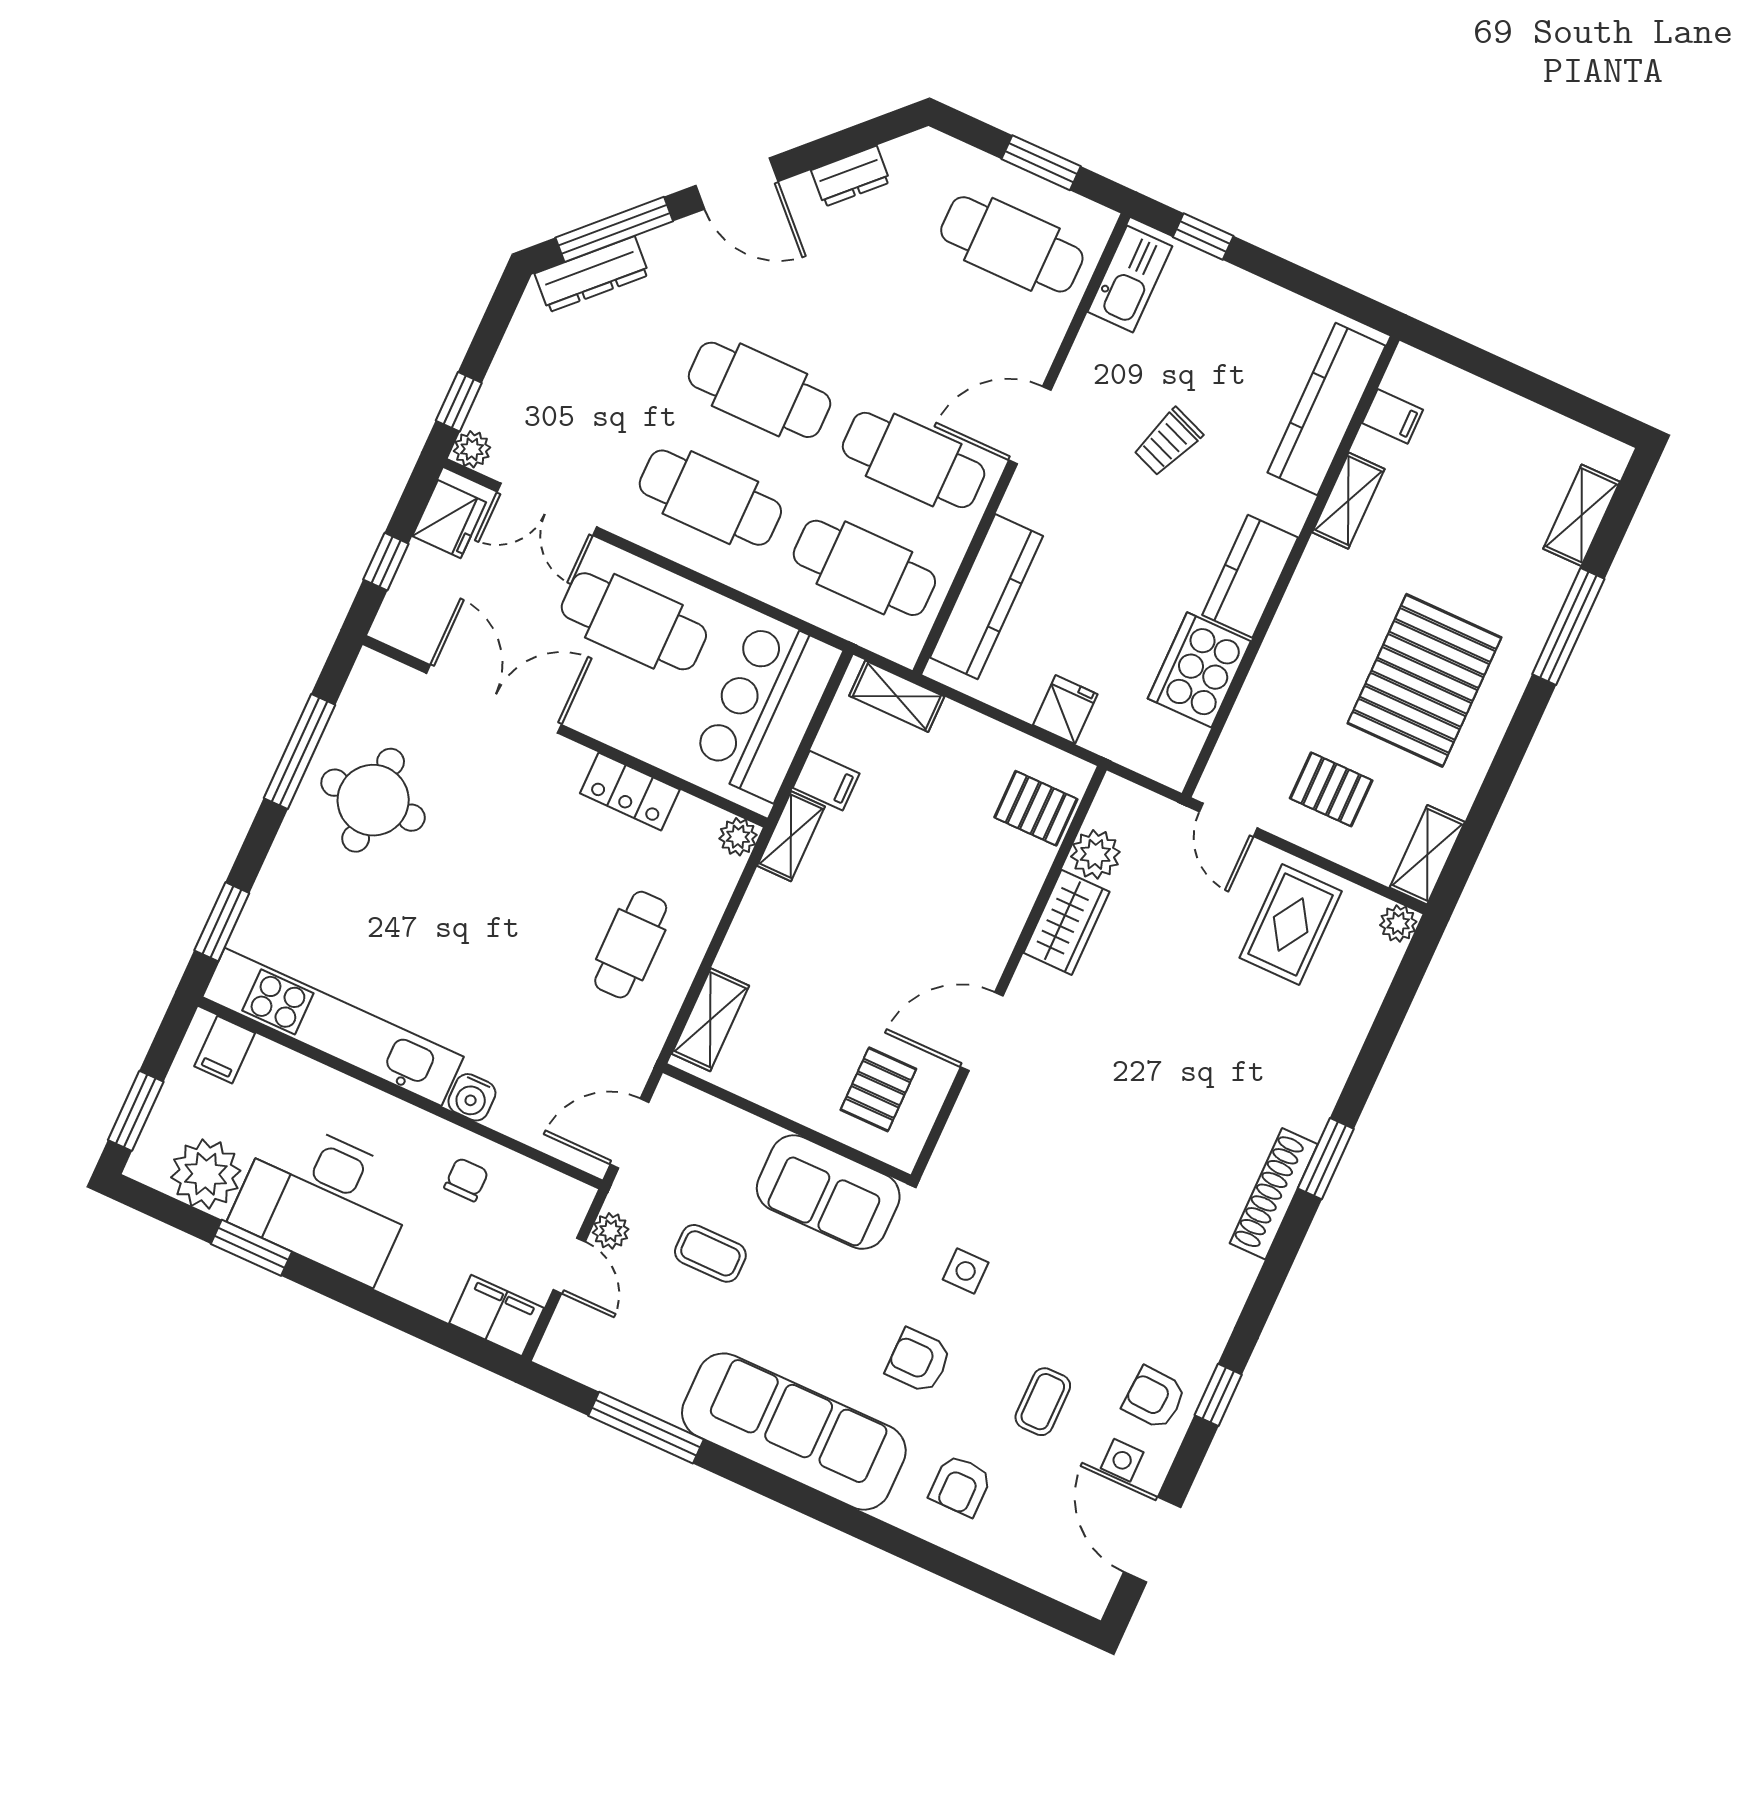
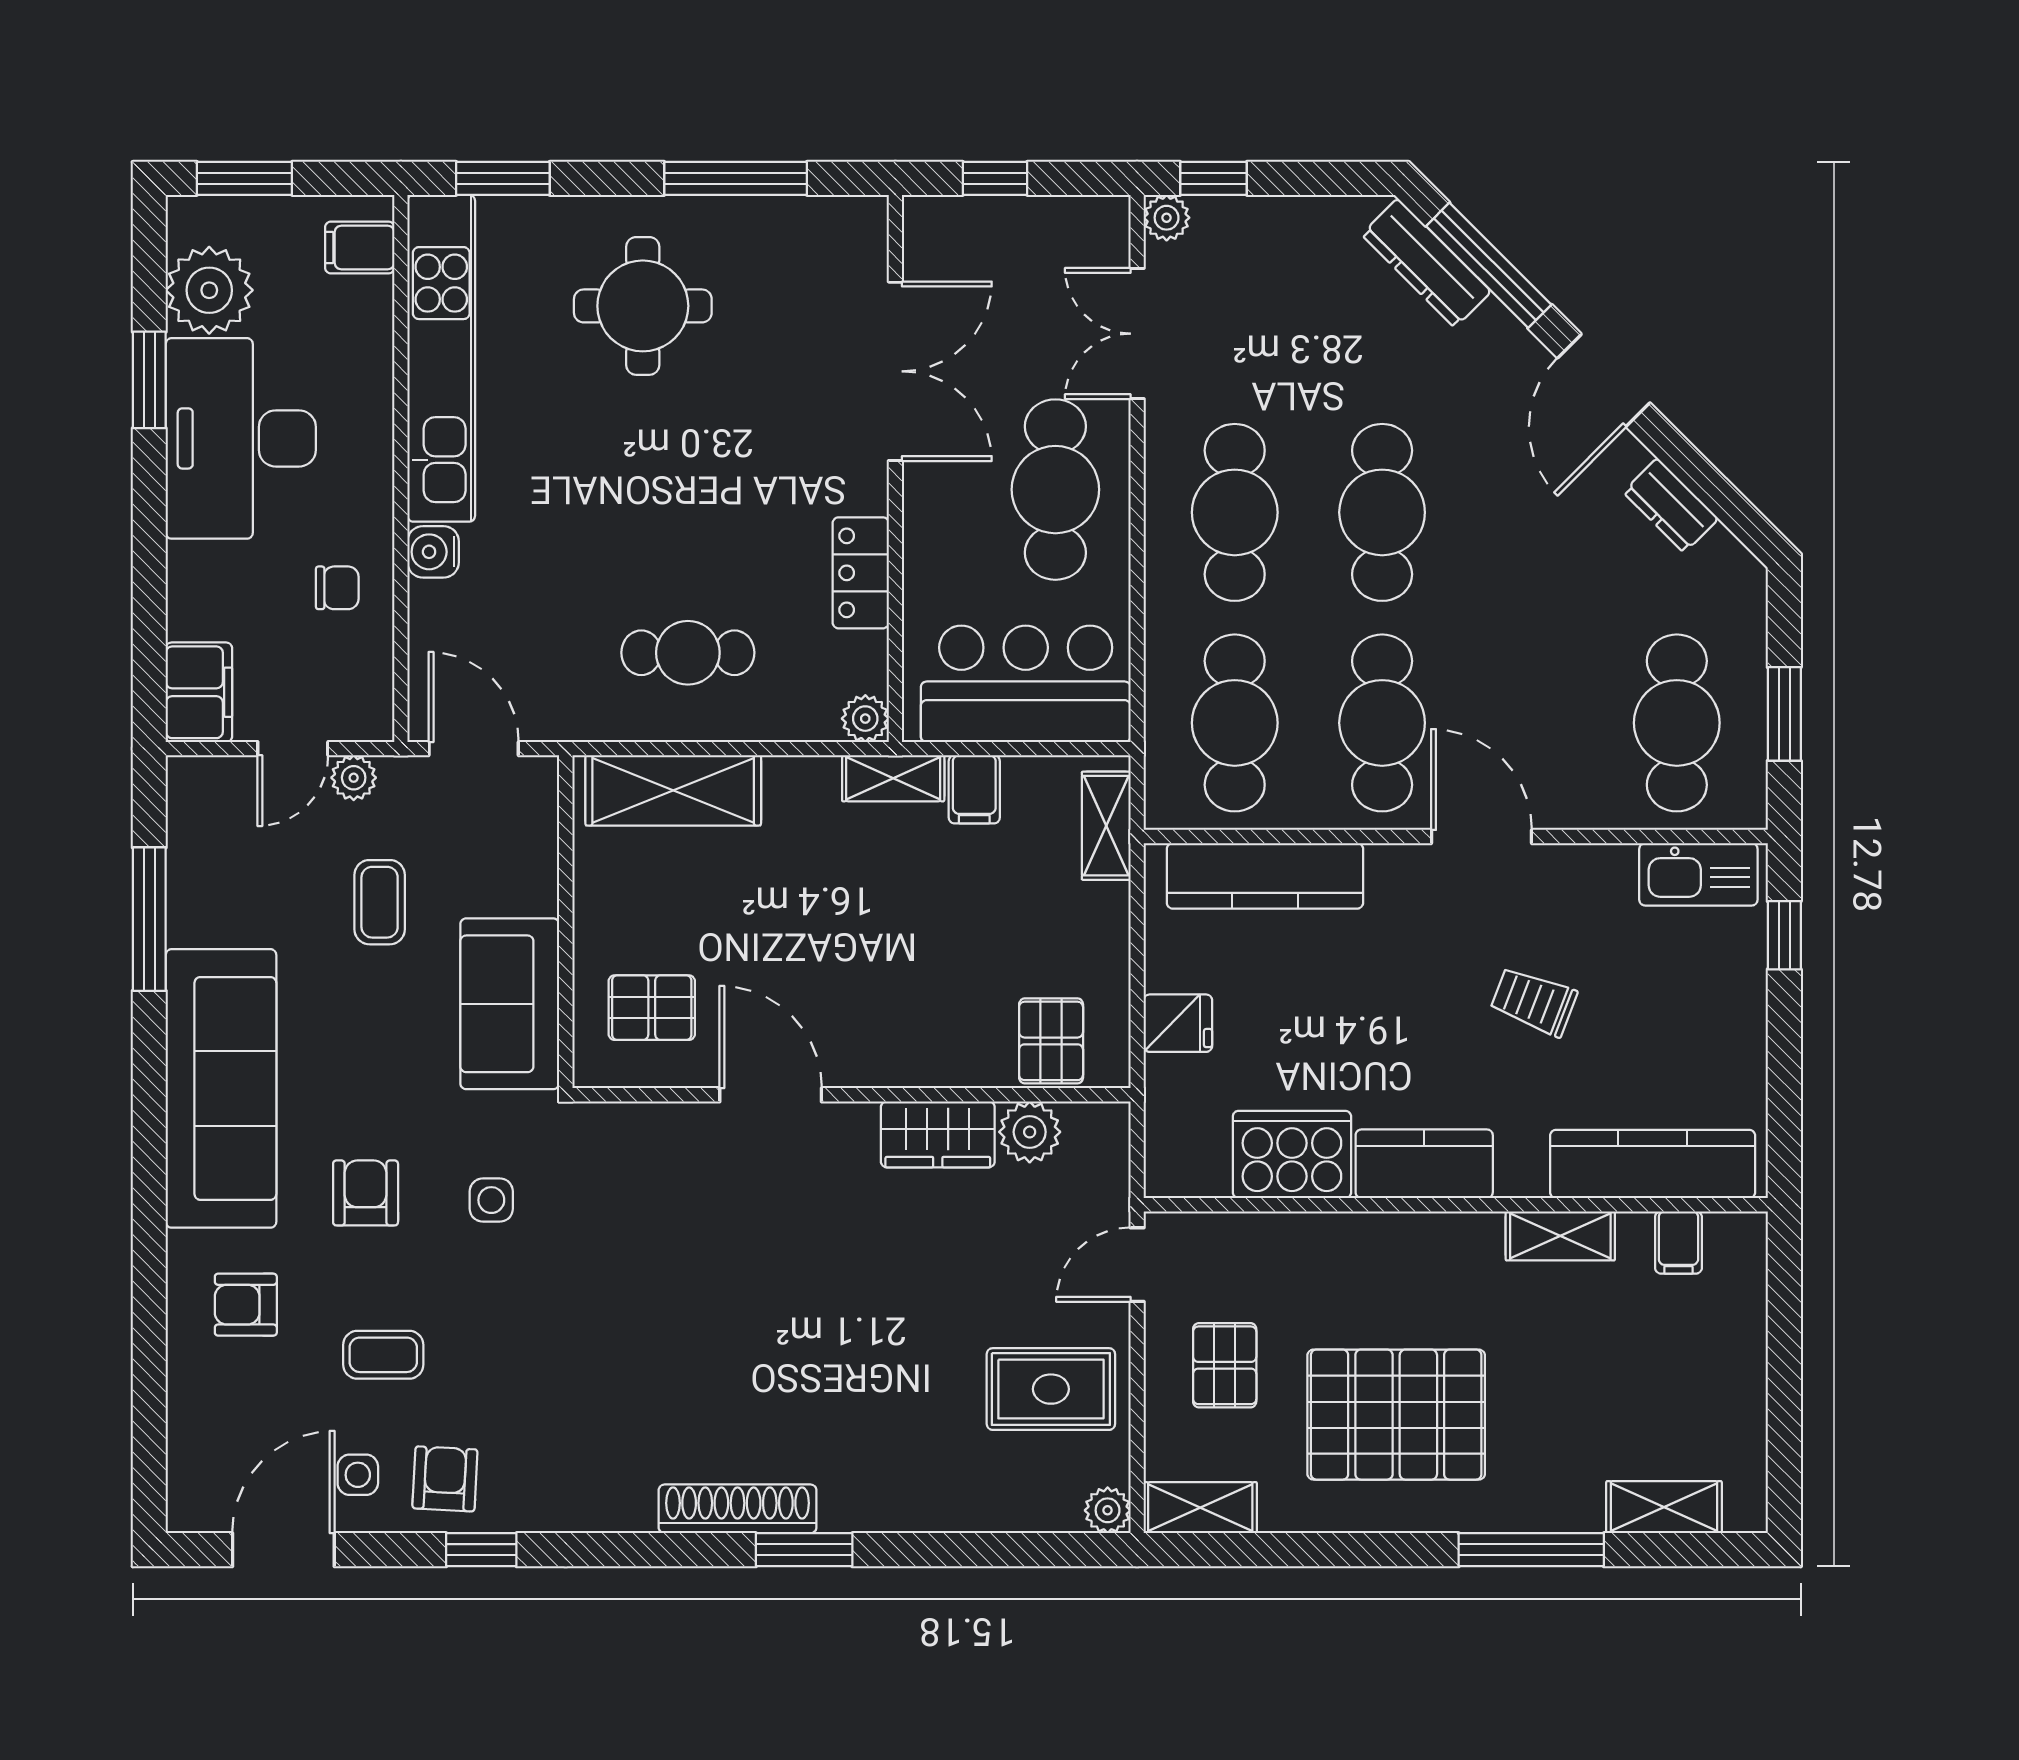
fridge: (449, 519) -> (1076, 228), removed
round table: (373, 800) -> (643, 306), moved
shelving: (710, 1020) -> (673, 790), width x1.50, depth x1.33

